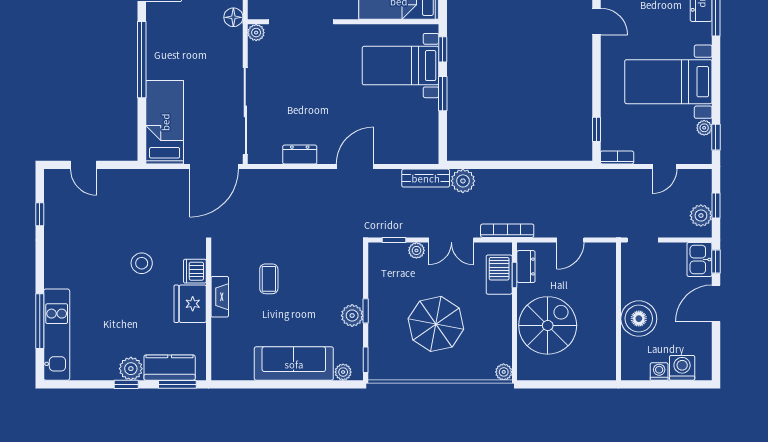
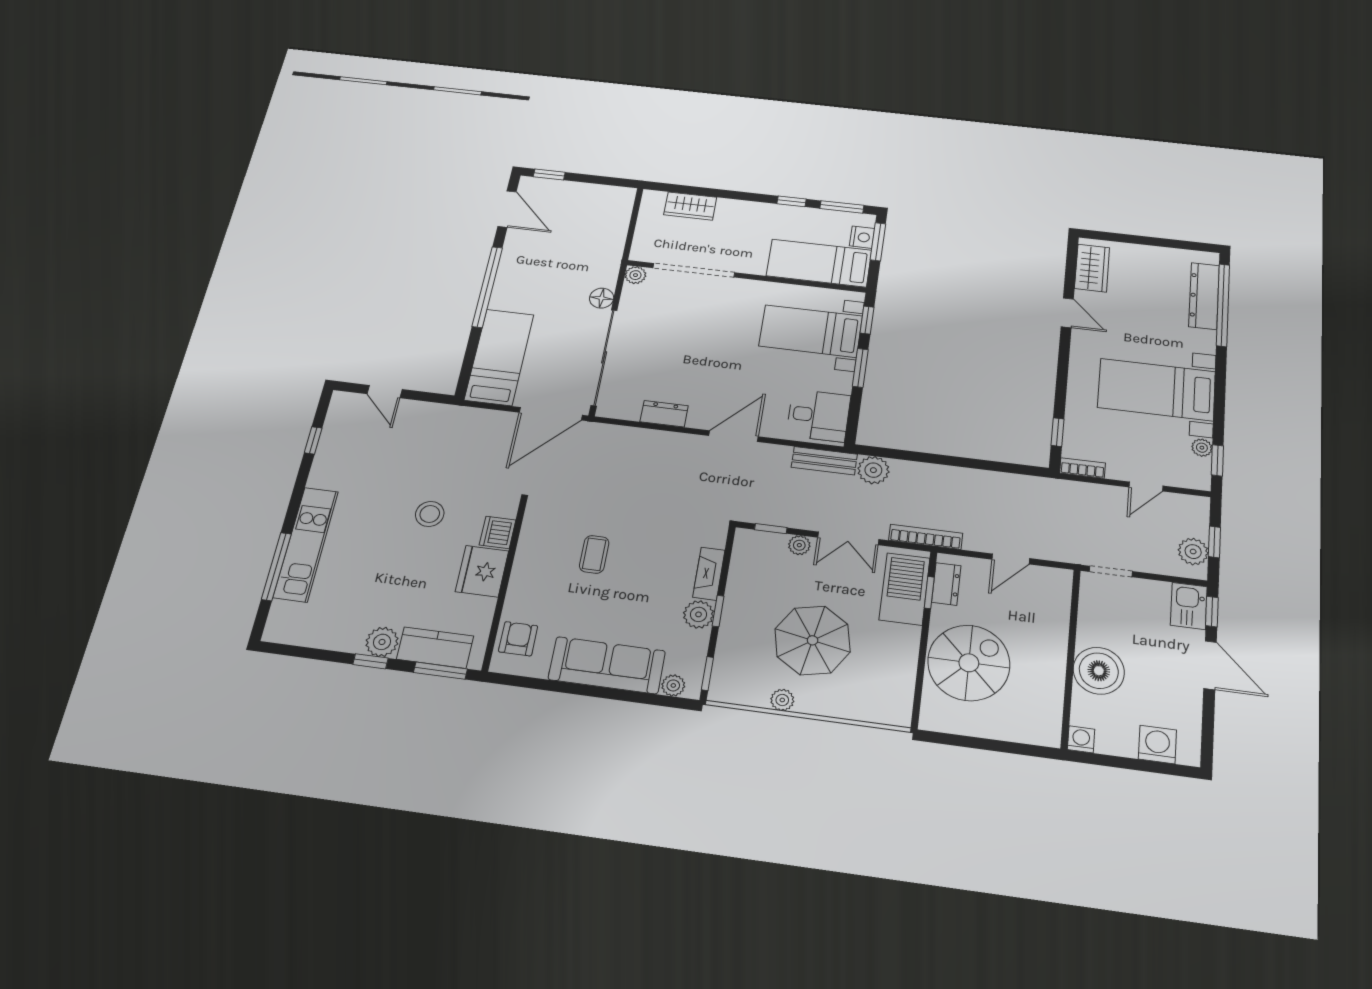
floor lamp: (233, 17) -> (602, 298), moved
desk: (416, 140) -> (818, 416), added
barbecue: (499, 275) -> (905, 589), width x1.37, depth x1.21
fireplace: (220, 297) -> (709, 574), moved, turned 180
door: (716, 303) -> (1210, 665), swing flipped
kitchen unit: (57, 335) -> (306, 544), moved
armchair: (227, 352) -> (518, 639), added
washing machine: (659, 371) -> (1081, 739), moved
plant: (504, 372) -> (782, 700), moved

